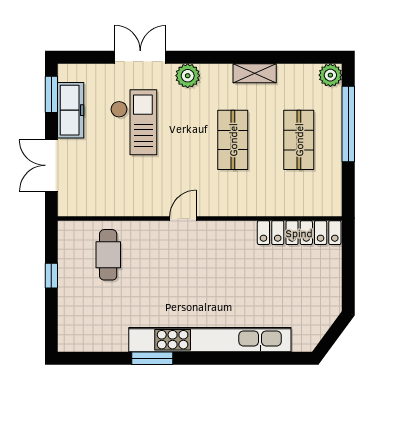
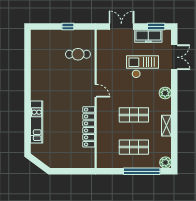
double door: (140, 57) -> (174, 57), moved
checkout: (134, 122) -> (142, 67), turned 180
locker: (299, 233) -> (89, 127), moved
kitchen unit: (210, 340) -> (37, 122), width x0.54
window: (152, 358) -> (28, 76), removed

